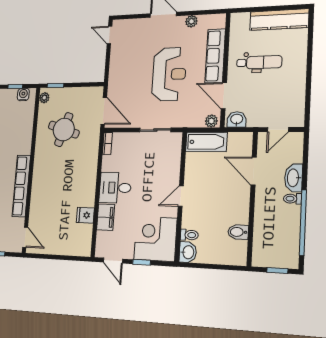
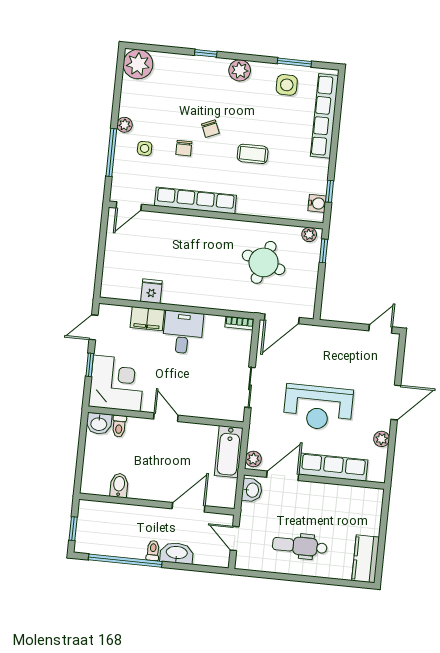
kitchen counter: (279, 20) -> (366, 559), width x0.67
dental chair: (259, 62) -> (300, 546), moved, turned 90

